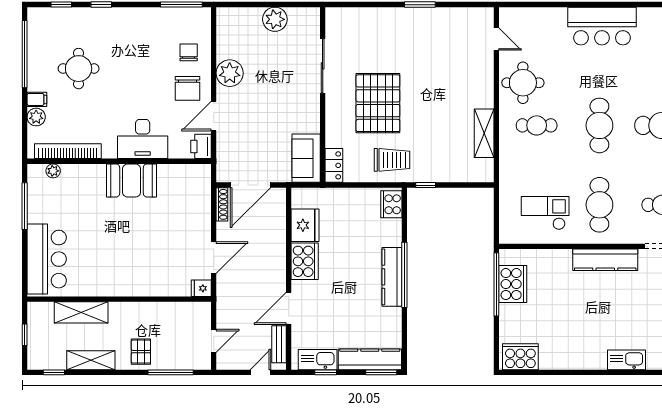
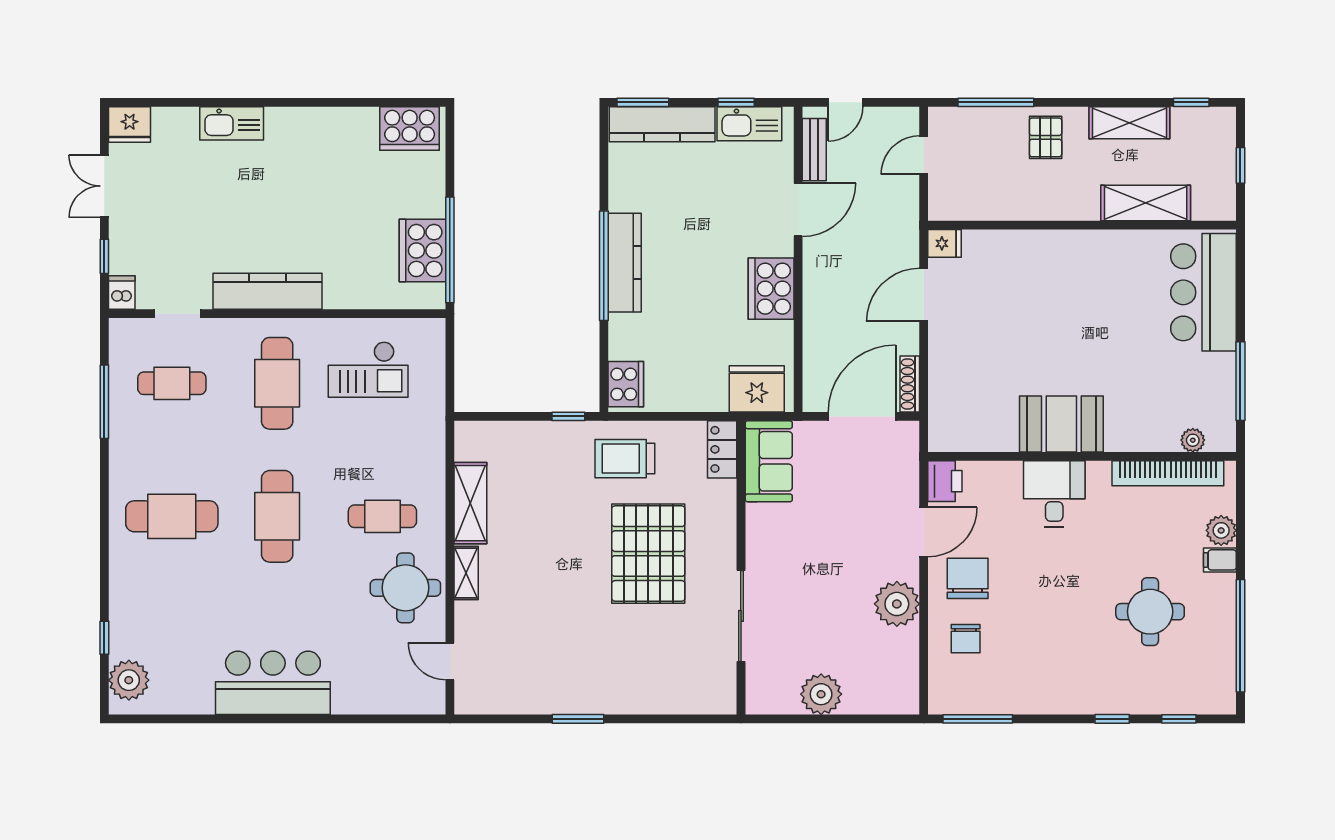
shelving: (487, 92) -> (466, 573), added
desk: (143, 139) -> (1054, 494), width x0.73
fridge: (305, 225) -> (757, 389), moved, turned 90

